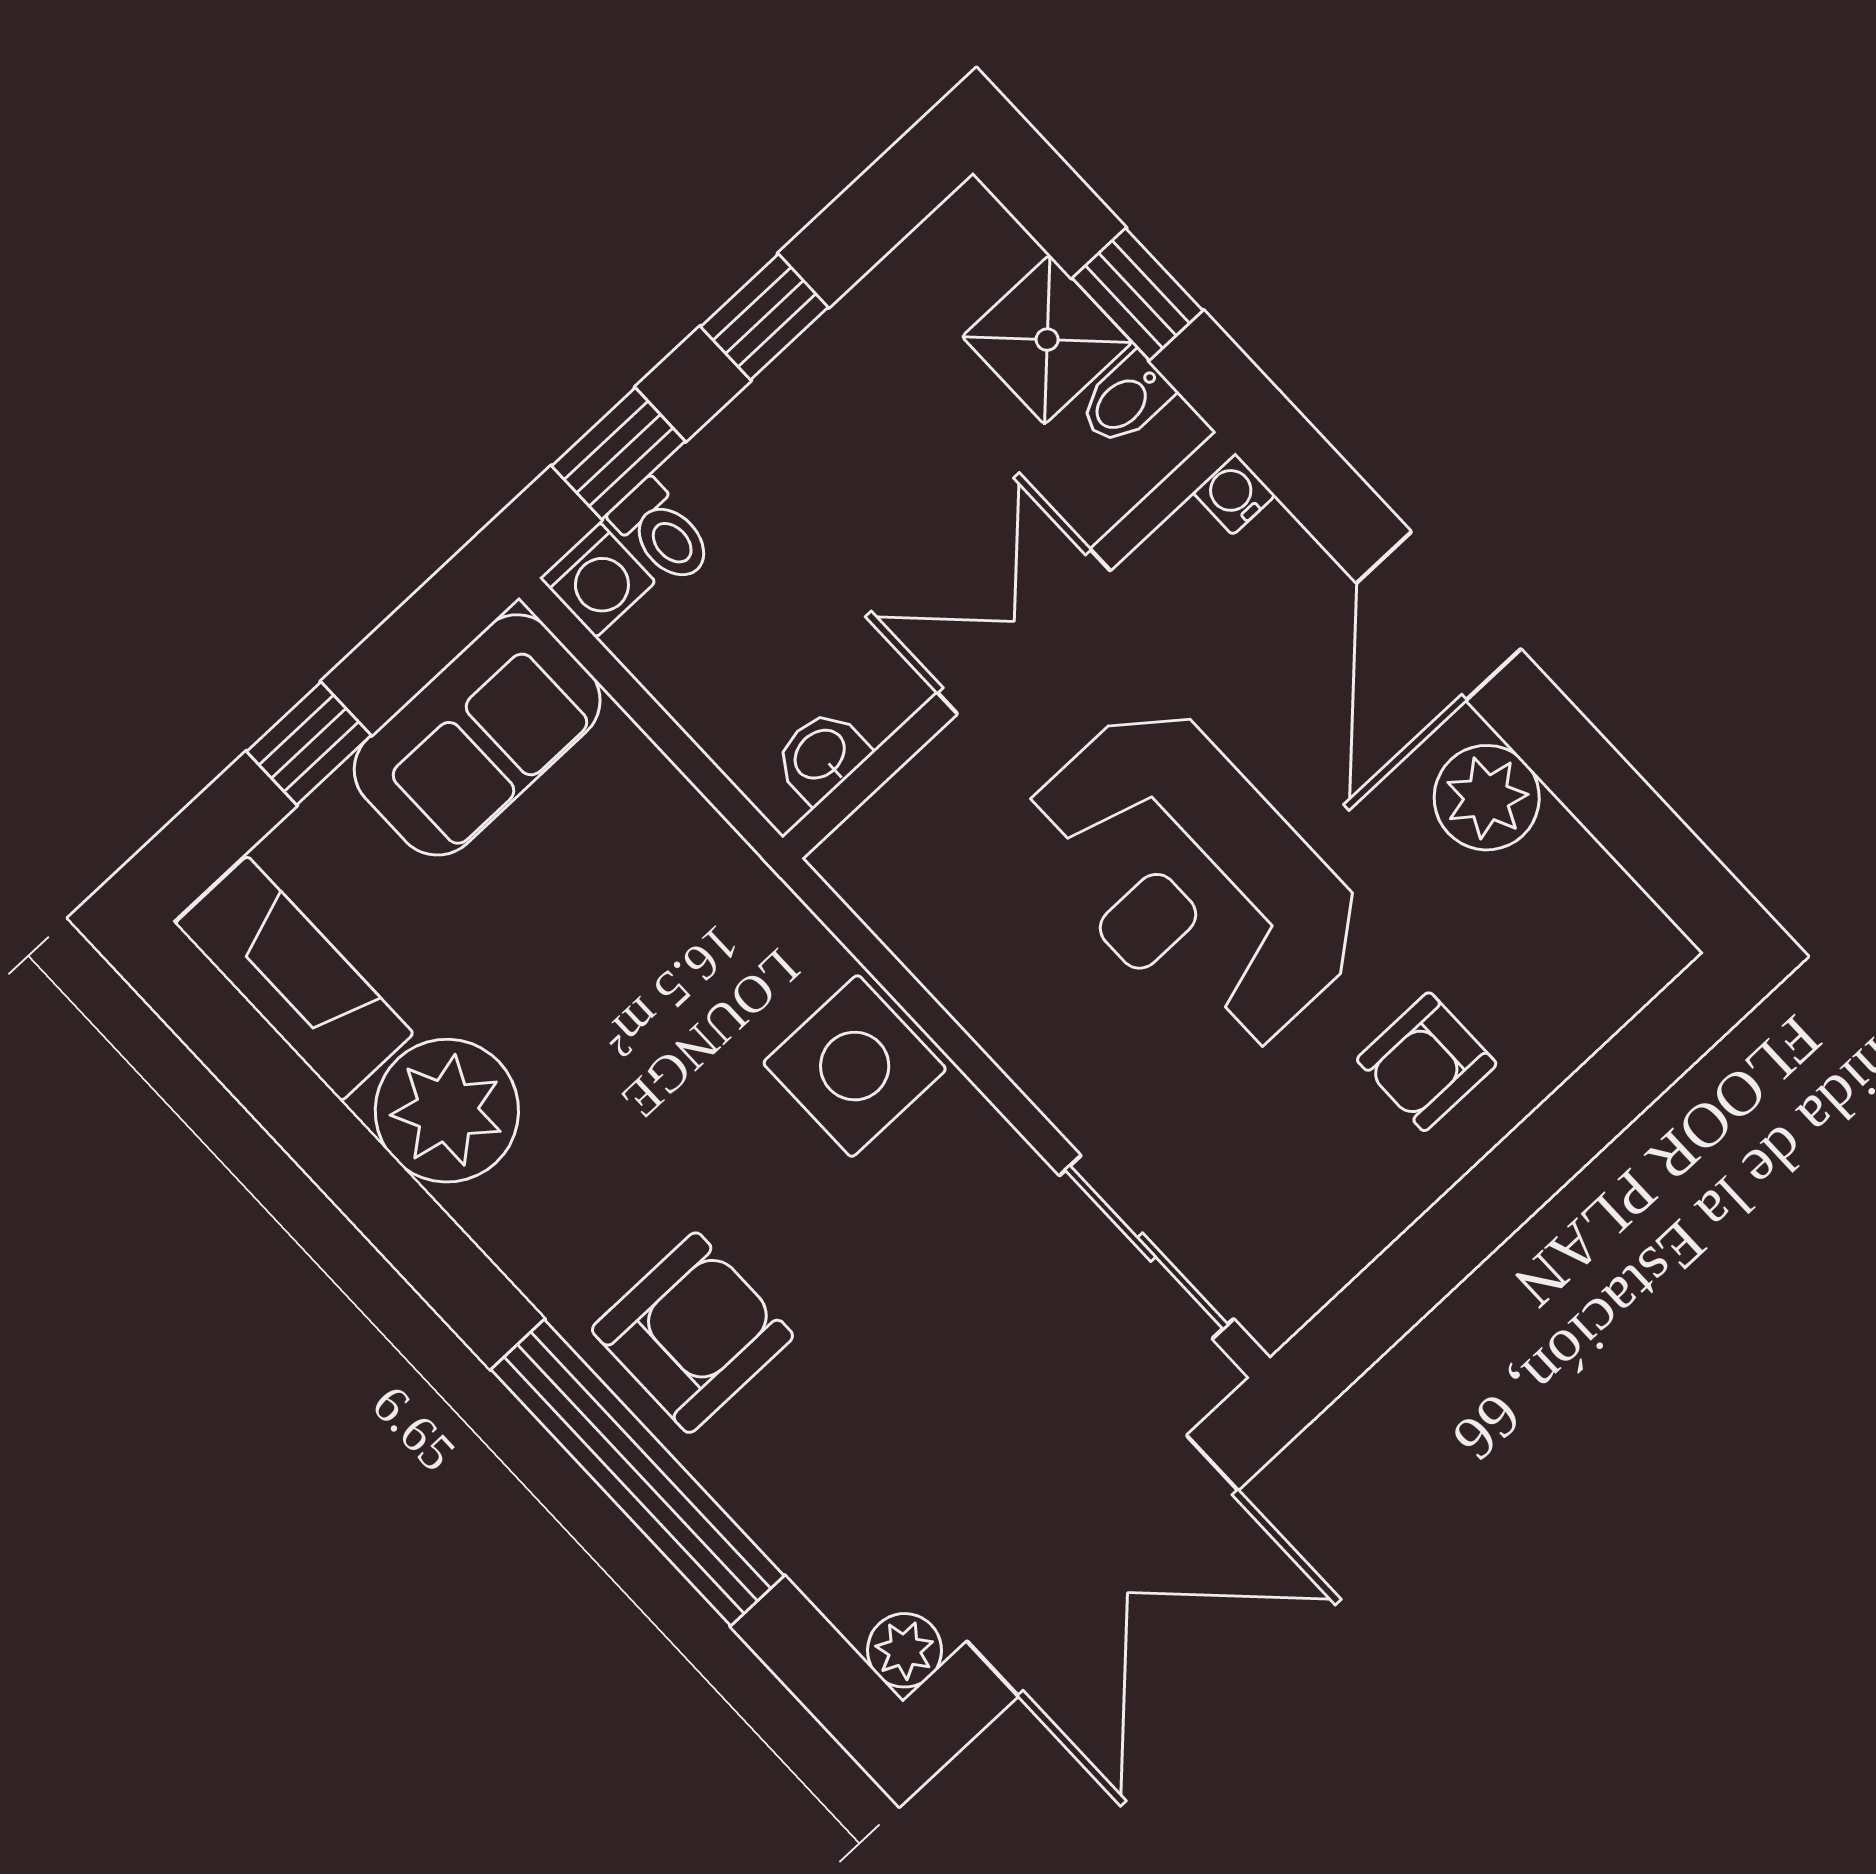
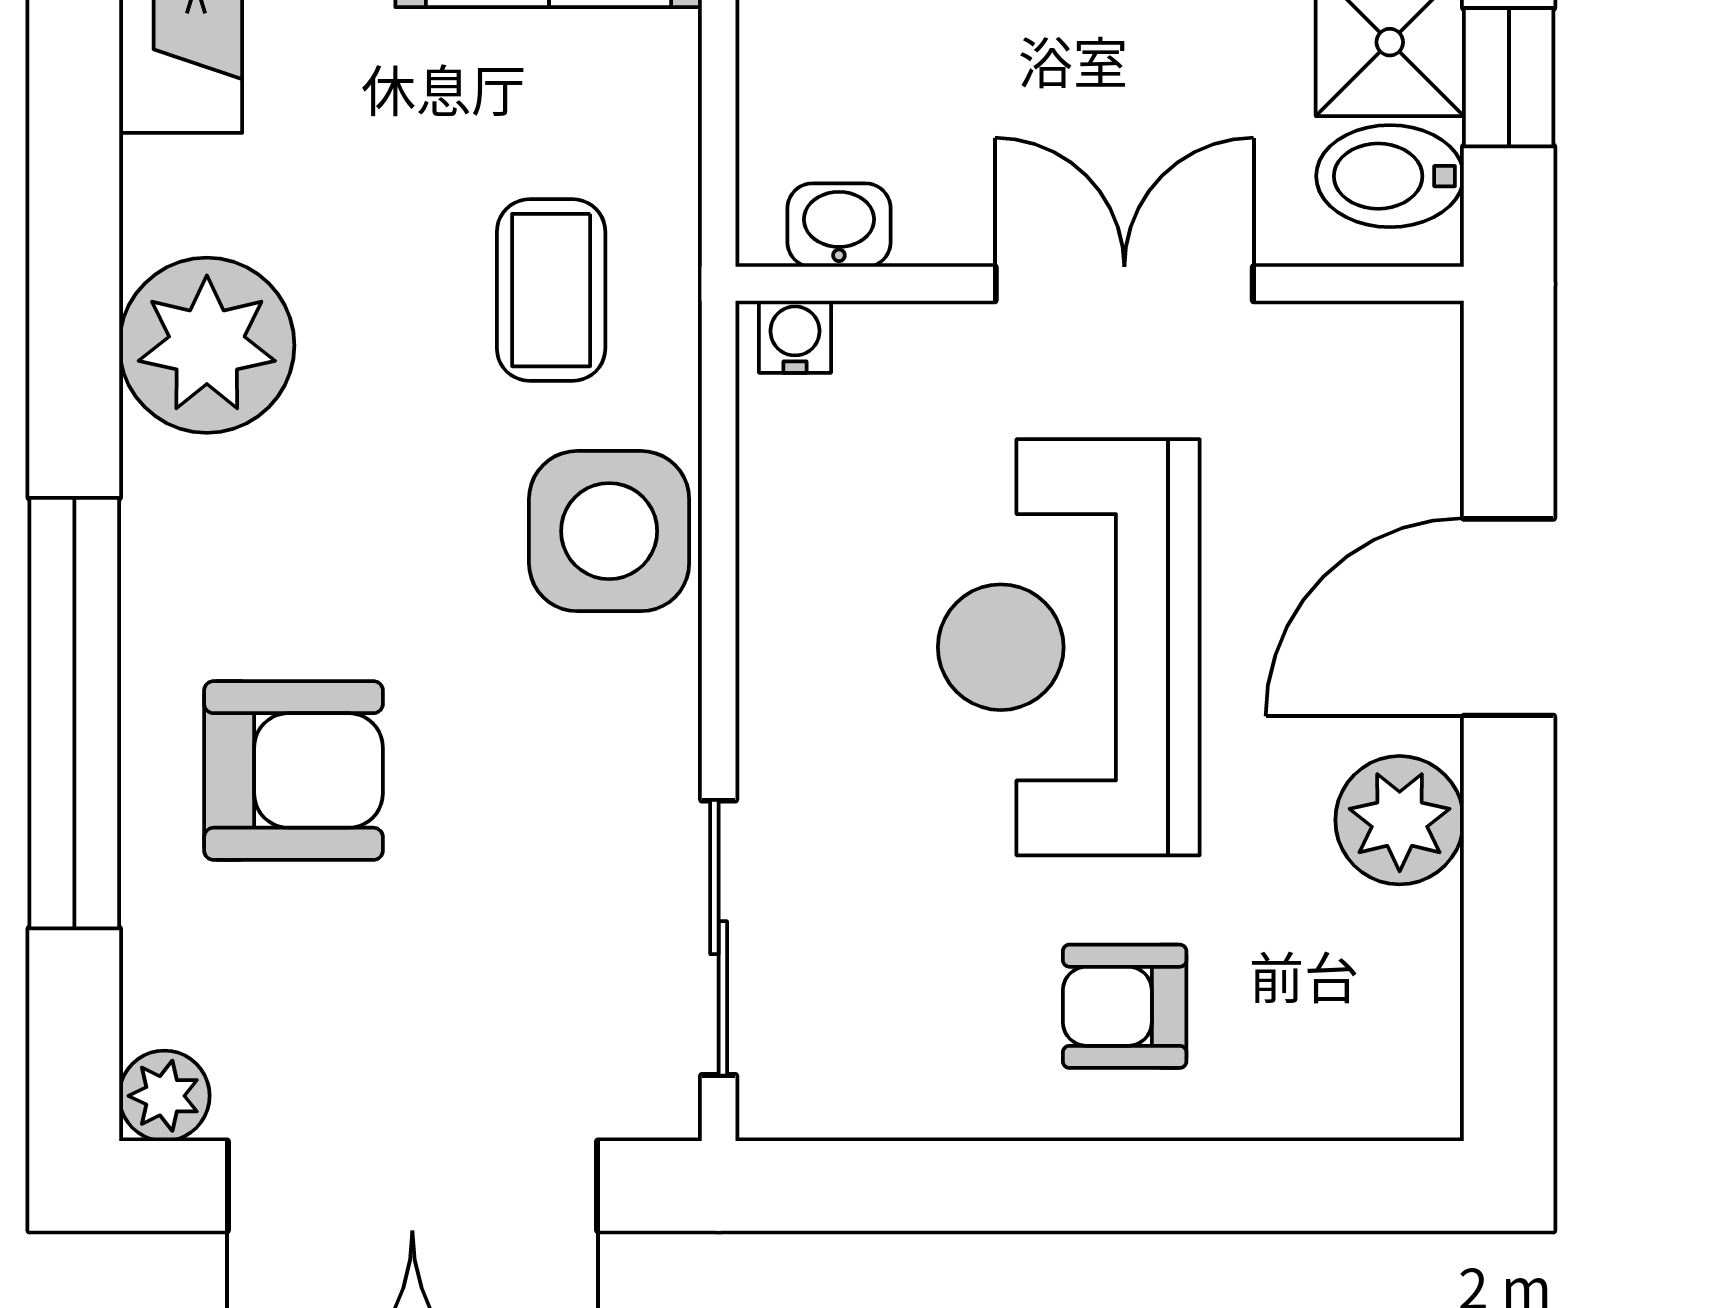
bidet: (1126, 400) -> (1390, 176), width x1.38, depth x1.36
water cooler: (1234, 494) -> (795, 337), moved
coffee table: (686, 955) -> (551, 290), added
plant: (447, 1111) -> (207, 345), moved
armchair: (692, 1333) -> (294, 770), moved

